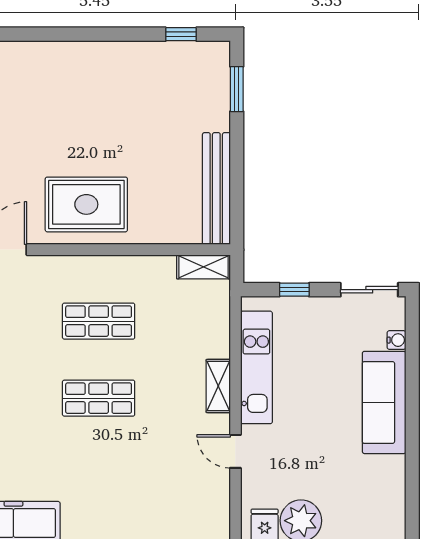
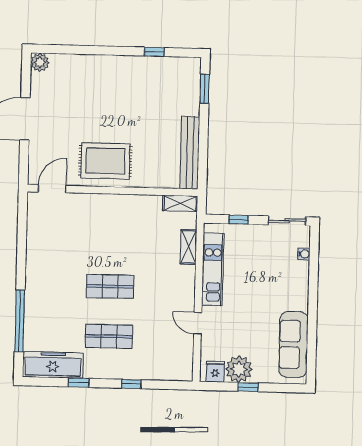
window: (181, 34) -> (154, 52), moved
shop shelf: (99, 321) -> (109, 336), moved
shelving: (218, 386) -> (189, 247), moved
sofa: (384, 402) -> (293, 344), moved

